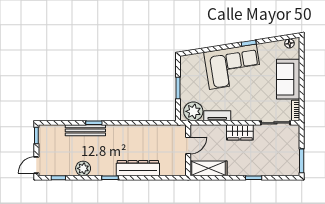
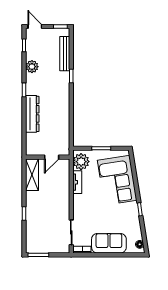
corner sofa: (233, 67) -> (117, 180), moved
bench: (85, 130) -> (65, 54), moved
wardrobe: (240, 132) -> (63, 202), removed
door: (188, 146) -> (52, 157), hinge flipped

